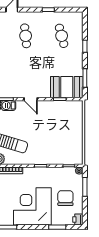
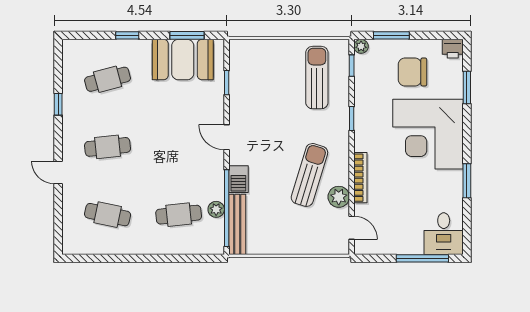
booth: (67, 87) -> (183, 60), moved, turned 90
door: (31, 99) -> (227, 137), swing flipped
sun lounger: (62, 147) -> (317, 78), added

